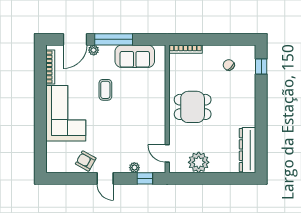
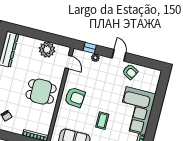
armchair: (148, 111) -> (75, 97), added

